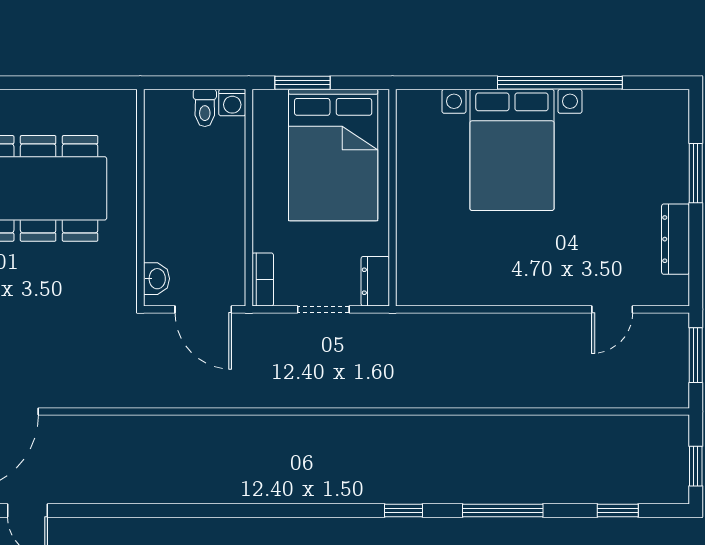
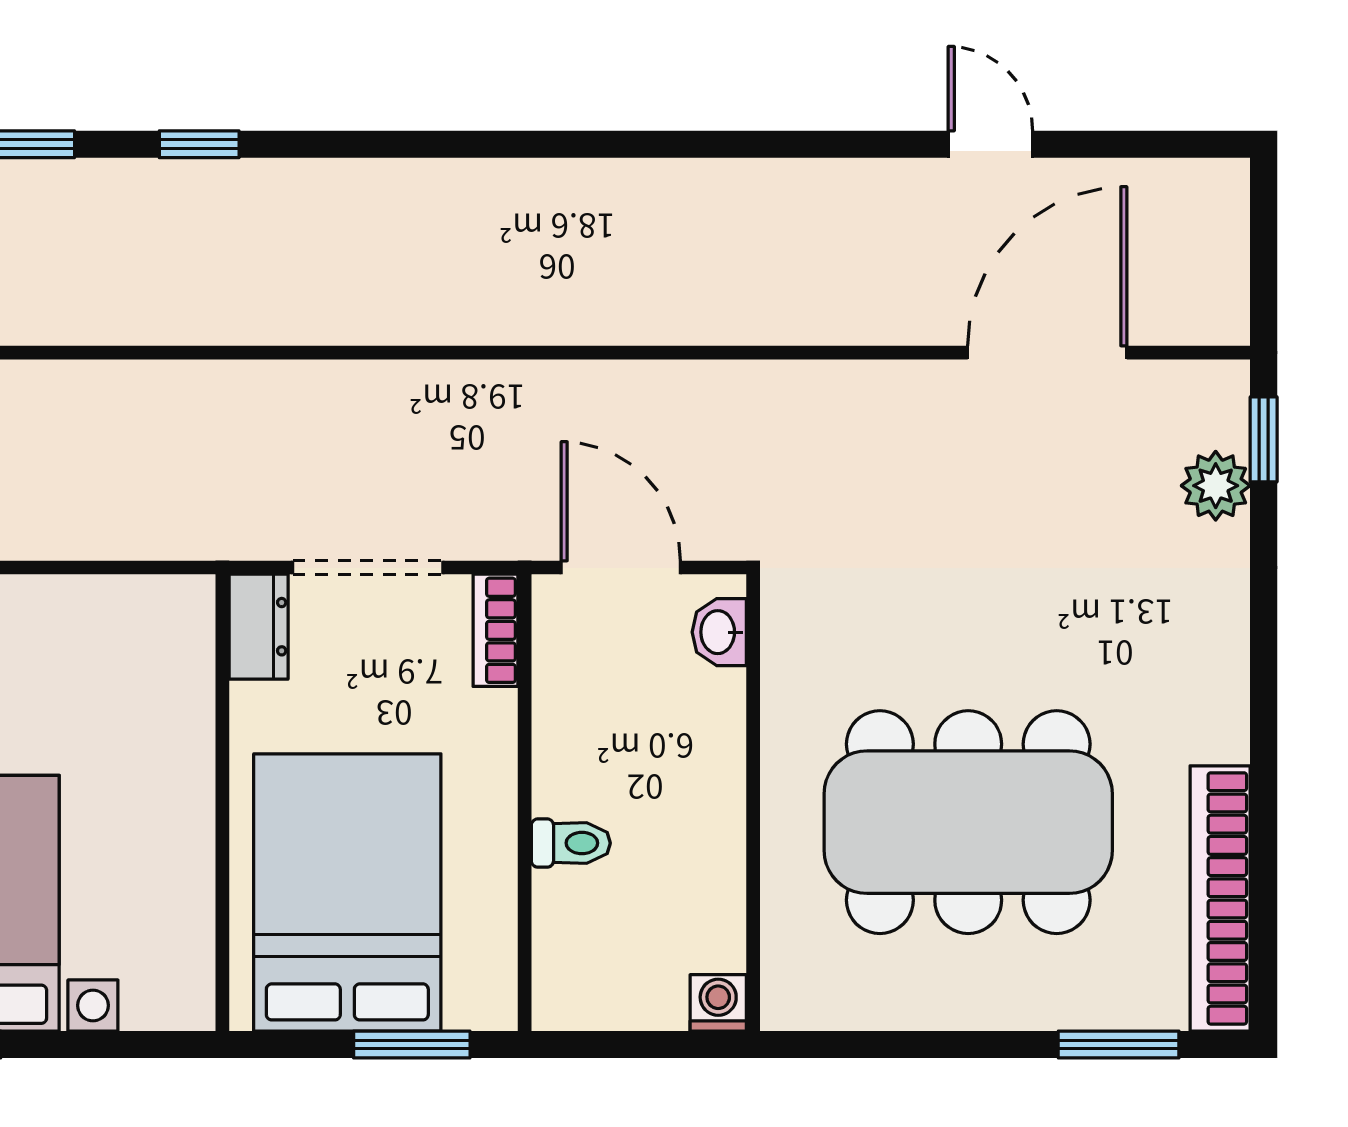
washing machine: (232, 103) -> (718, 1003), moved
toilet: (205, 108) -> (571, 843), moved, turned 90
doorway: (323, 309) -> (368, 568), width x1.38

